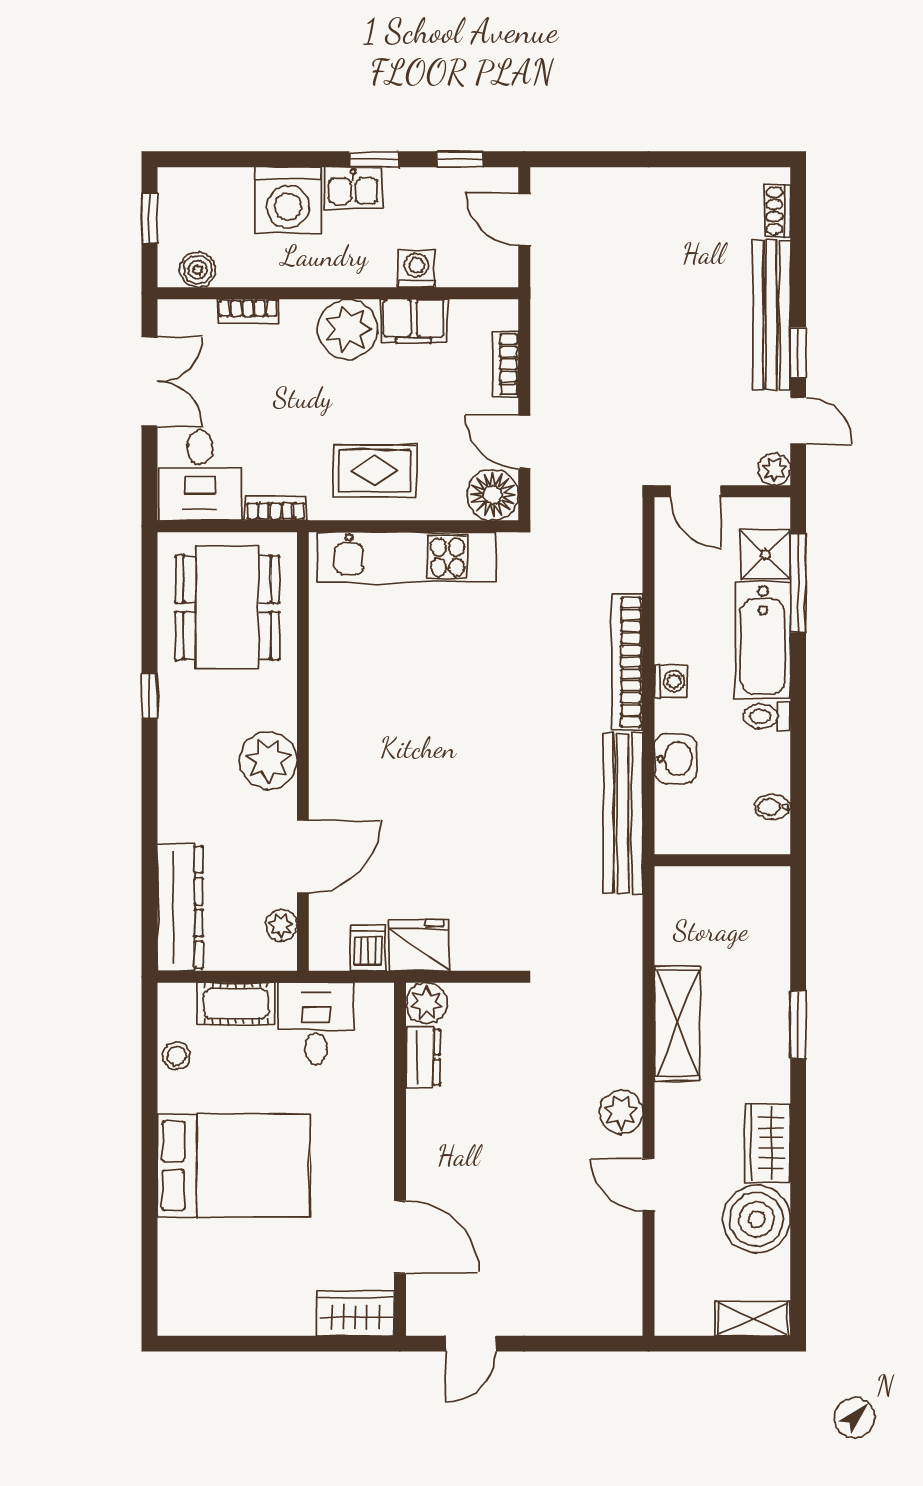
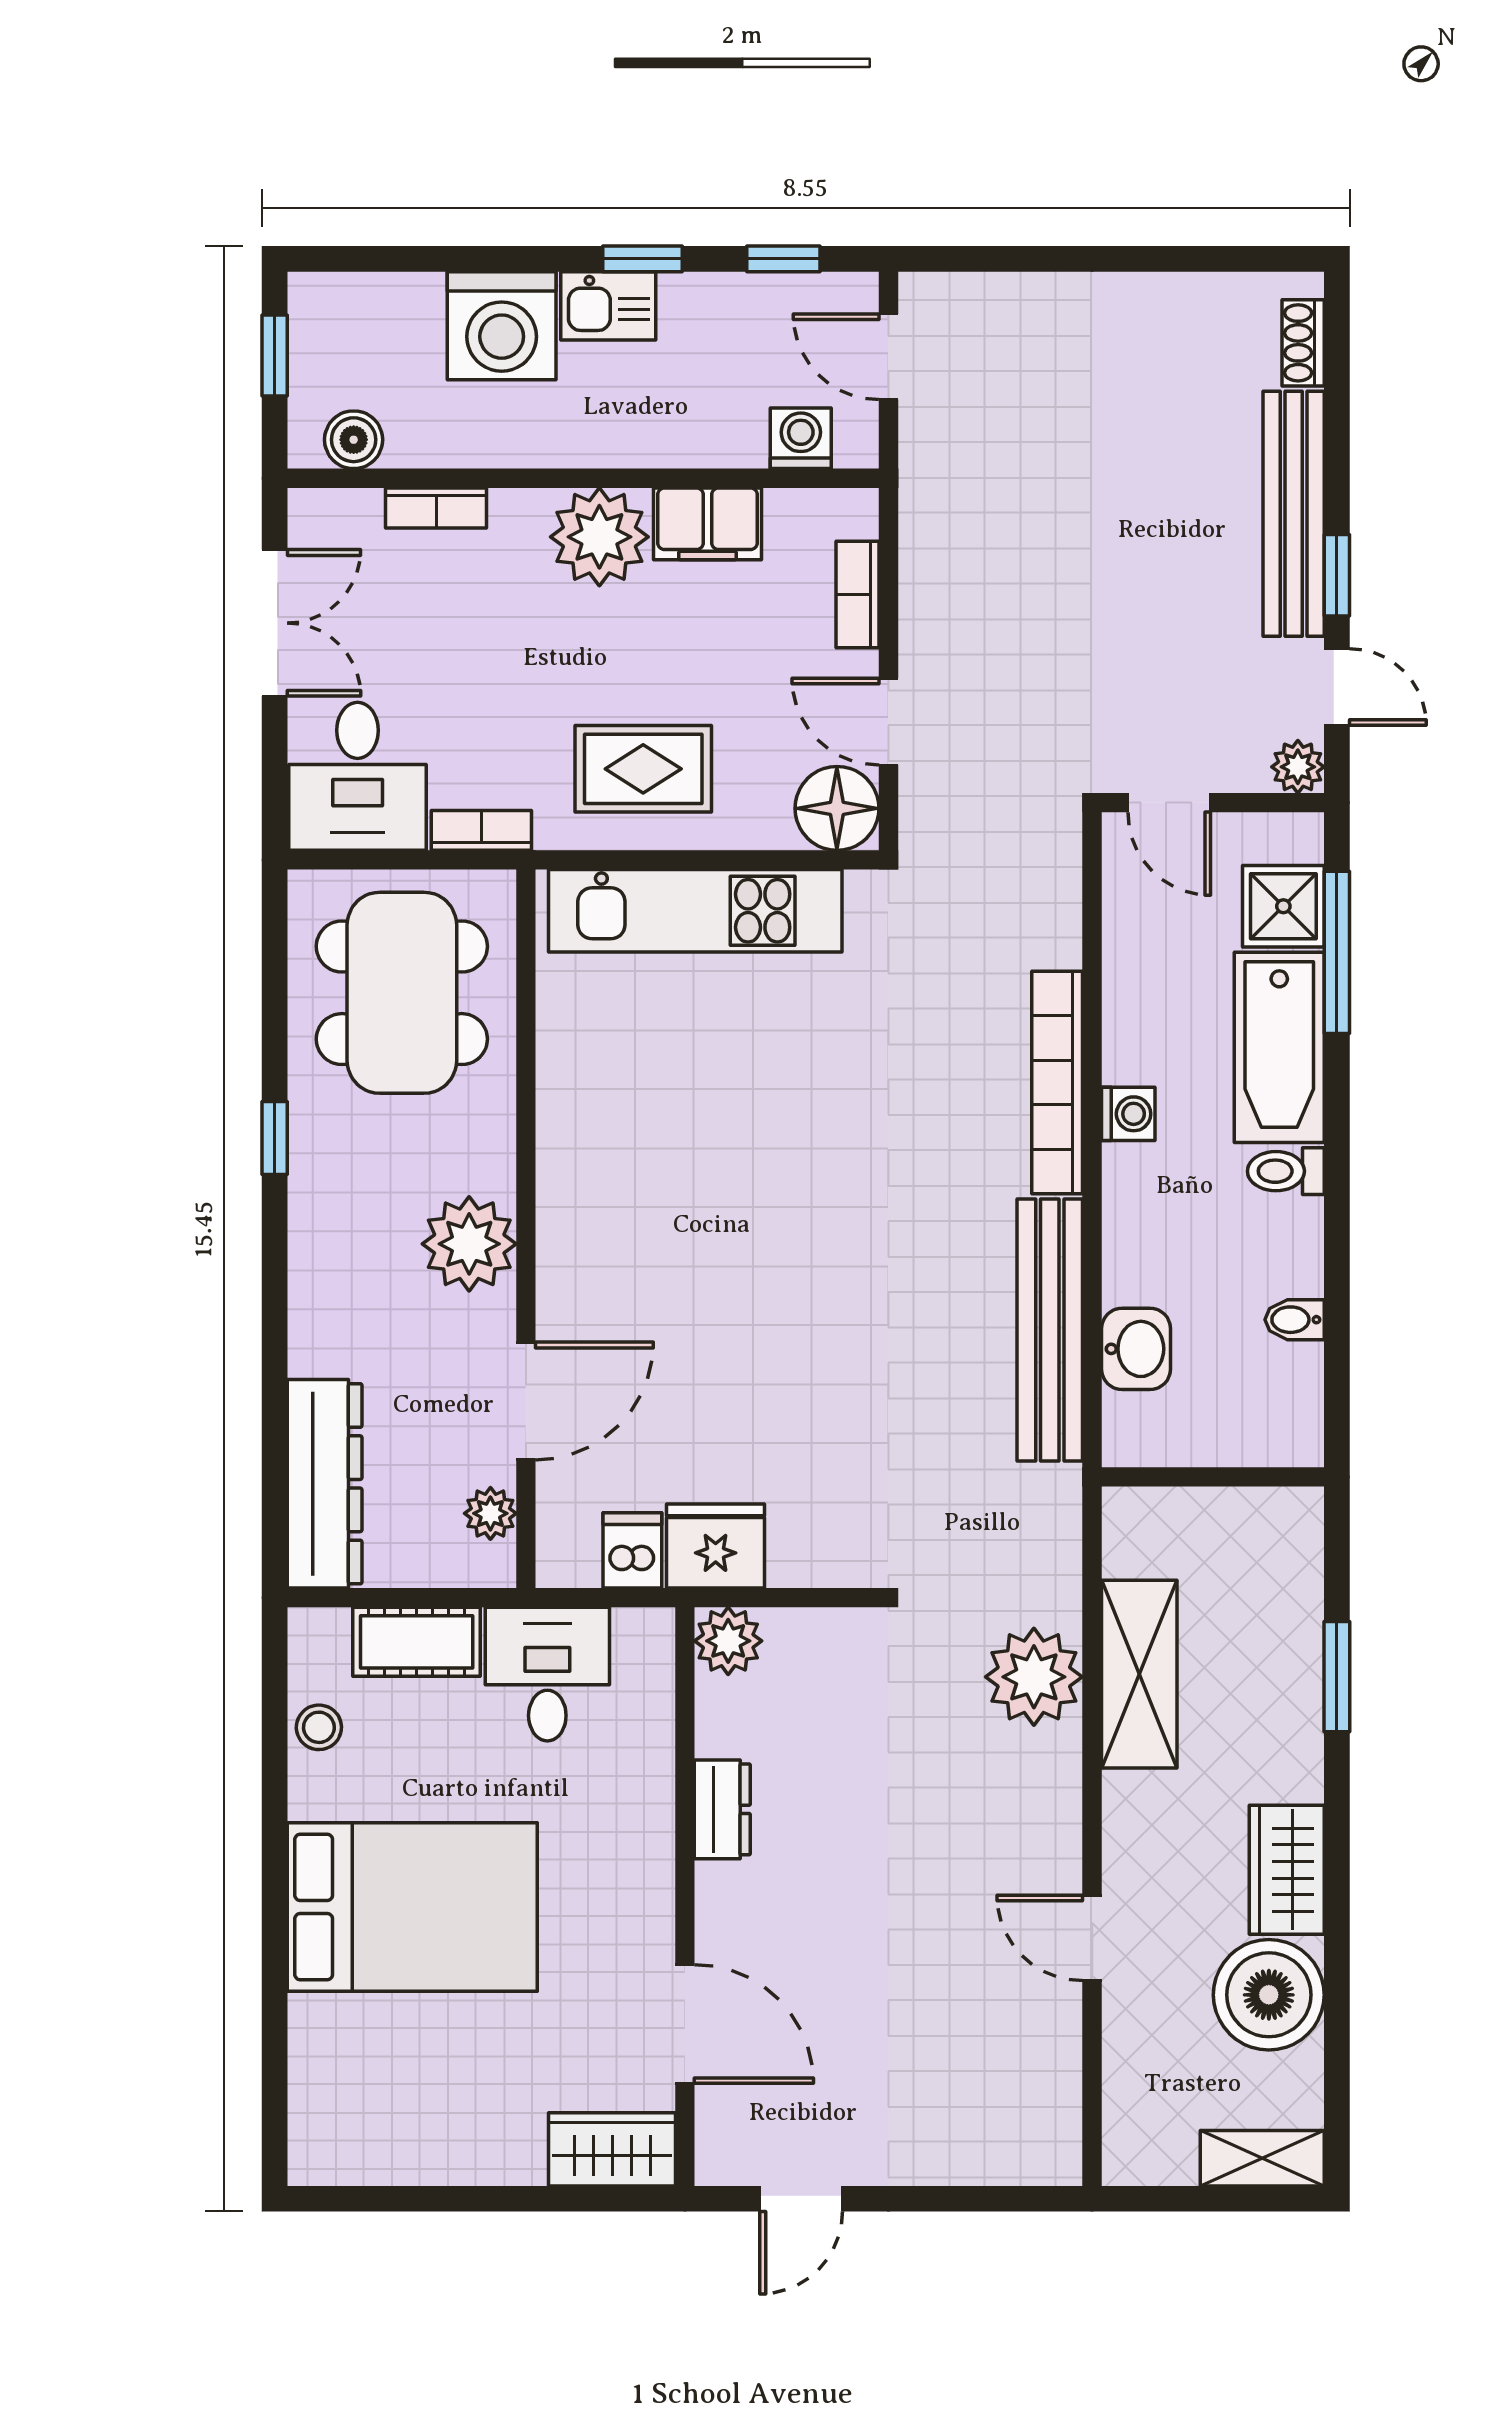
washing machine: (416, 269) -> (801, 438), moved
washbasin: (675, 759) -> (1136, 1349), moved
wall: (722, 860) -> (1213, 1477), moved
dresser: (423, 1057) -> (722, 1809), moved
plant: (621, 1112) -> (1034, 1677), moved, width x1.36, depth x1.36

